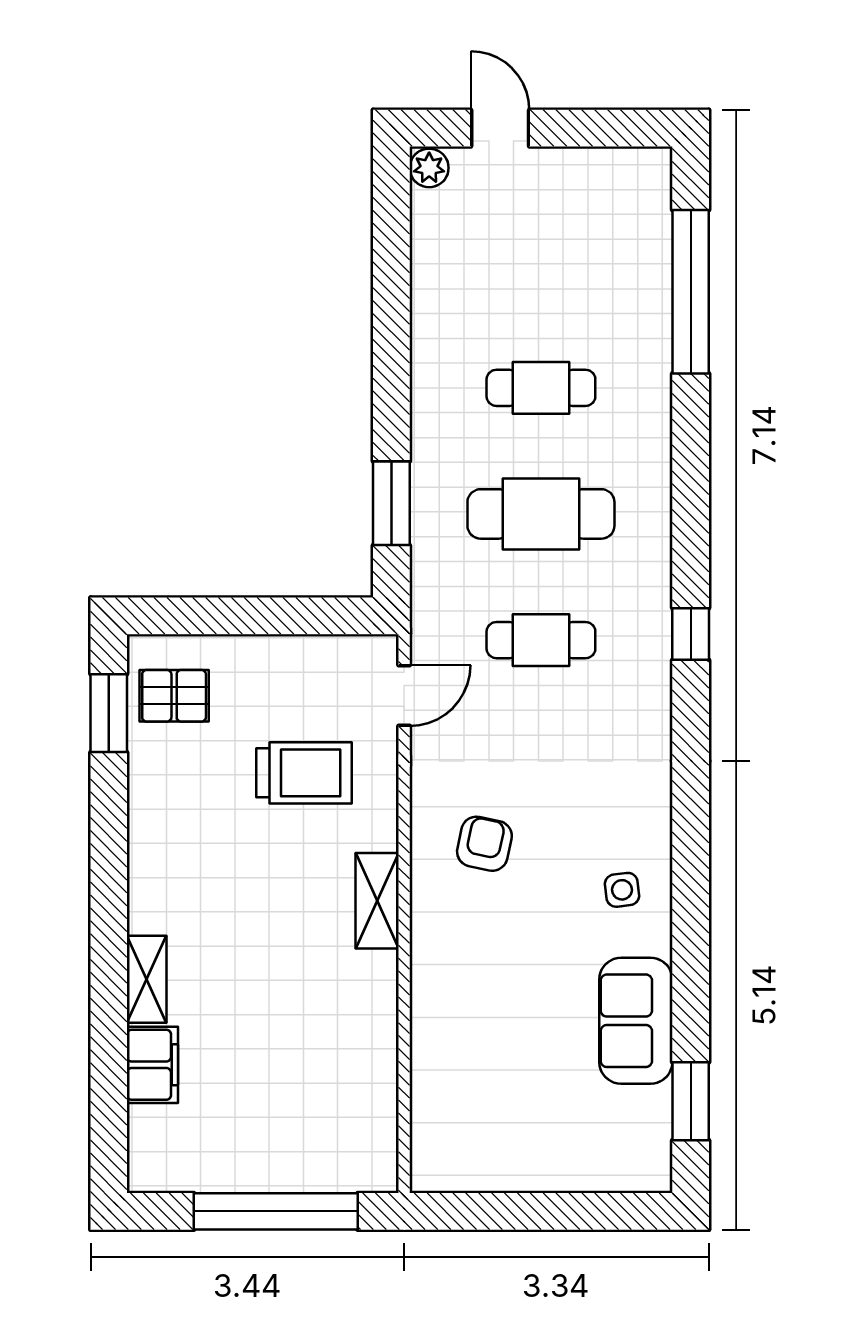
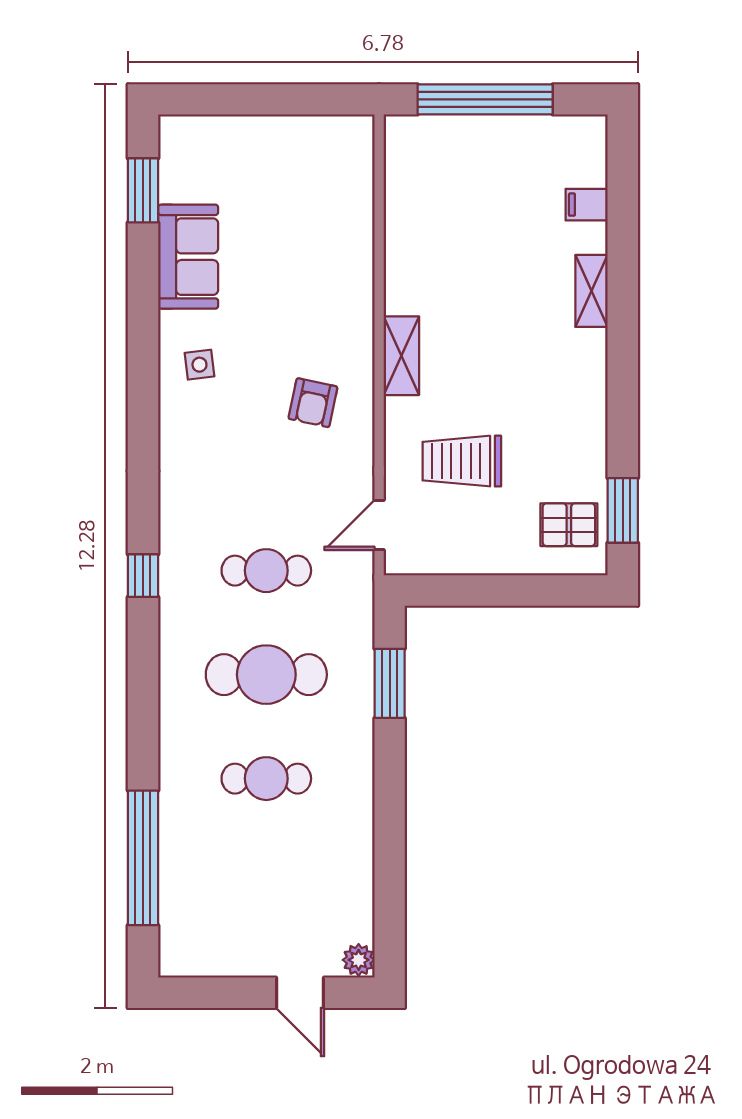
filing cabinet: (152, 1065) -> (587, 205), width x0.50

